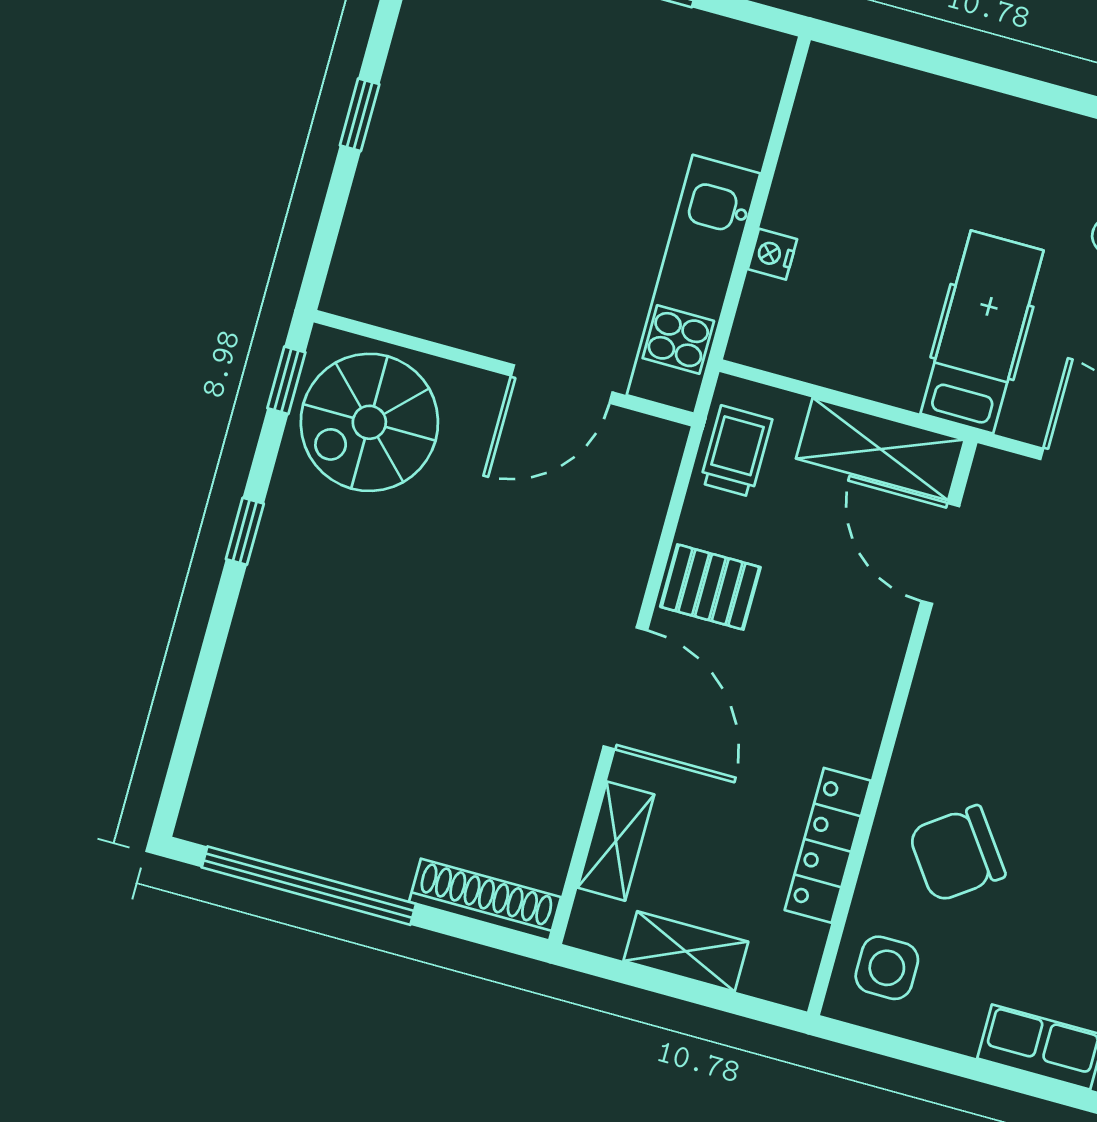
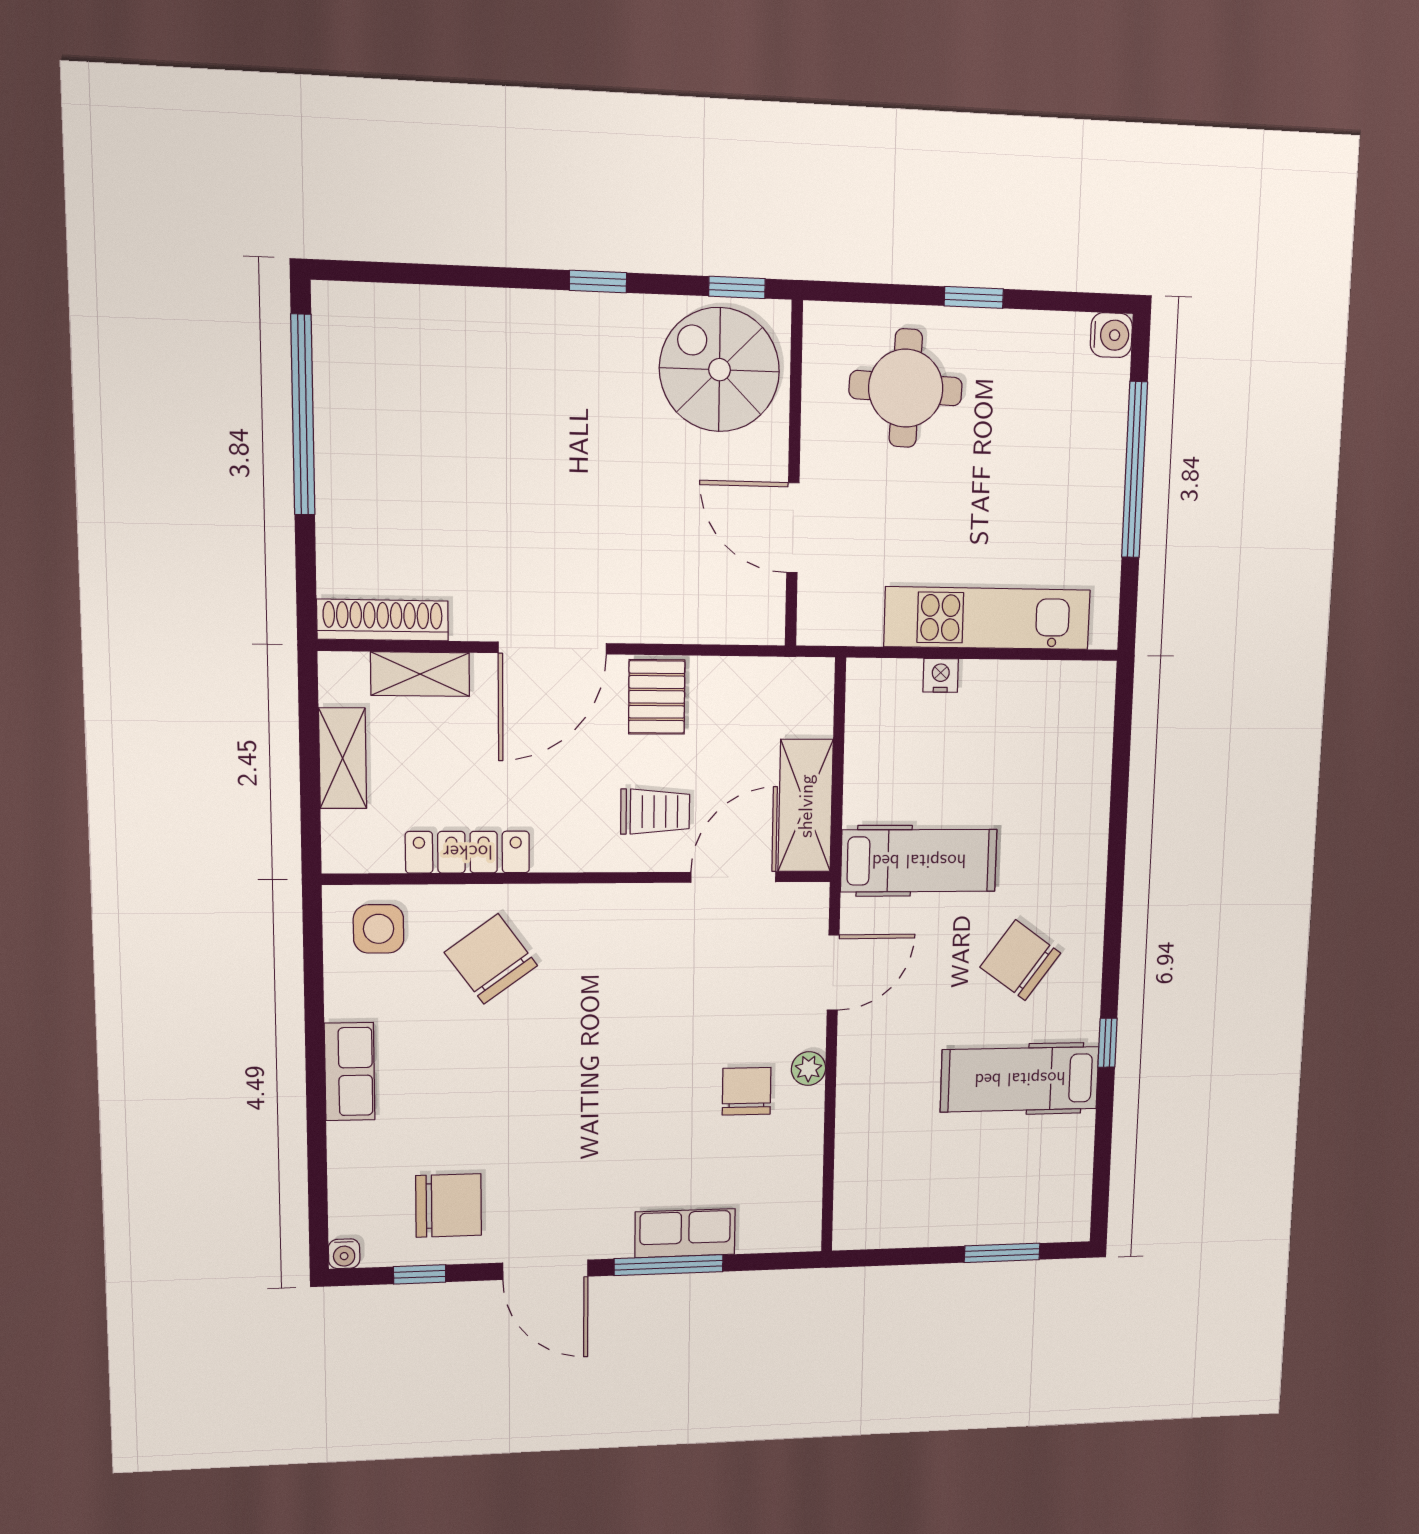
round table: (440, 217) -> (906, 388), added
kitchen unit: (693, 284) -> (987, 618), moved
trolley: (736, 451) -> (655, 812), moved
shoe rack: (485, 900) -> (383, 620), moved, turned -90

